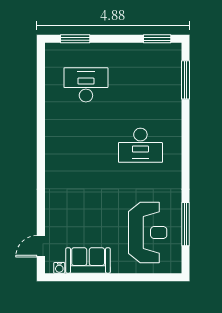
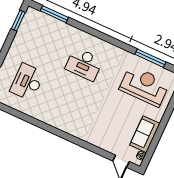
desk: (140, 145) -> (84, 64), turned 90

